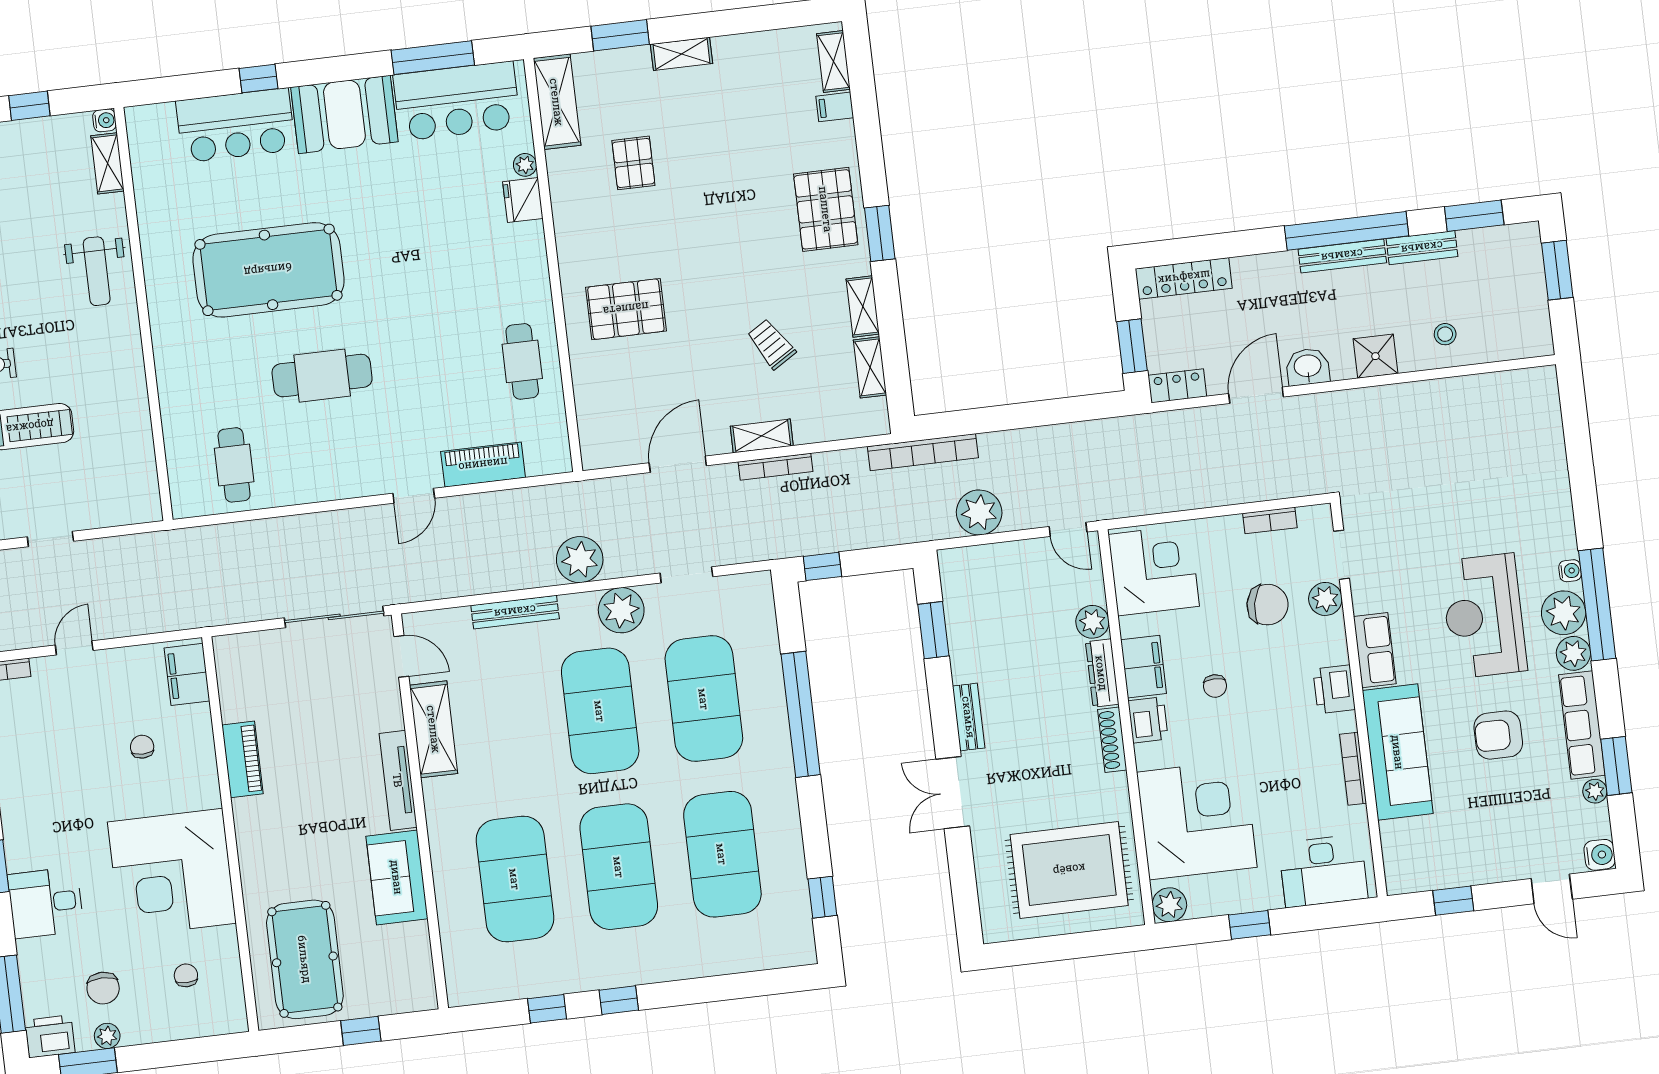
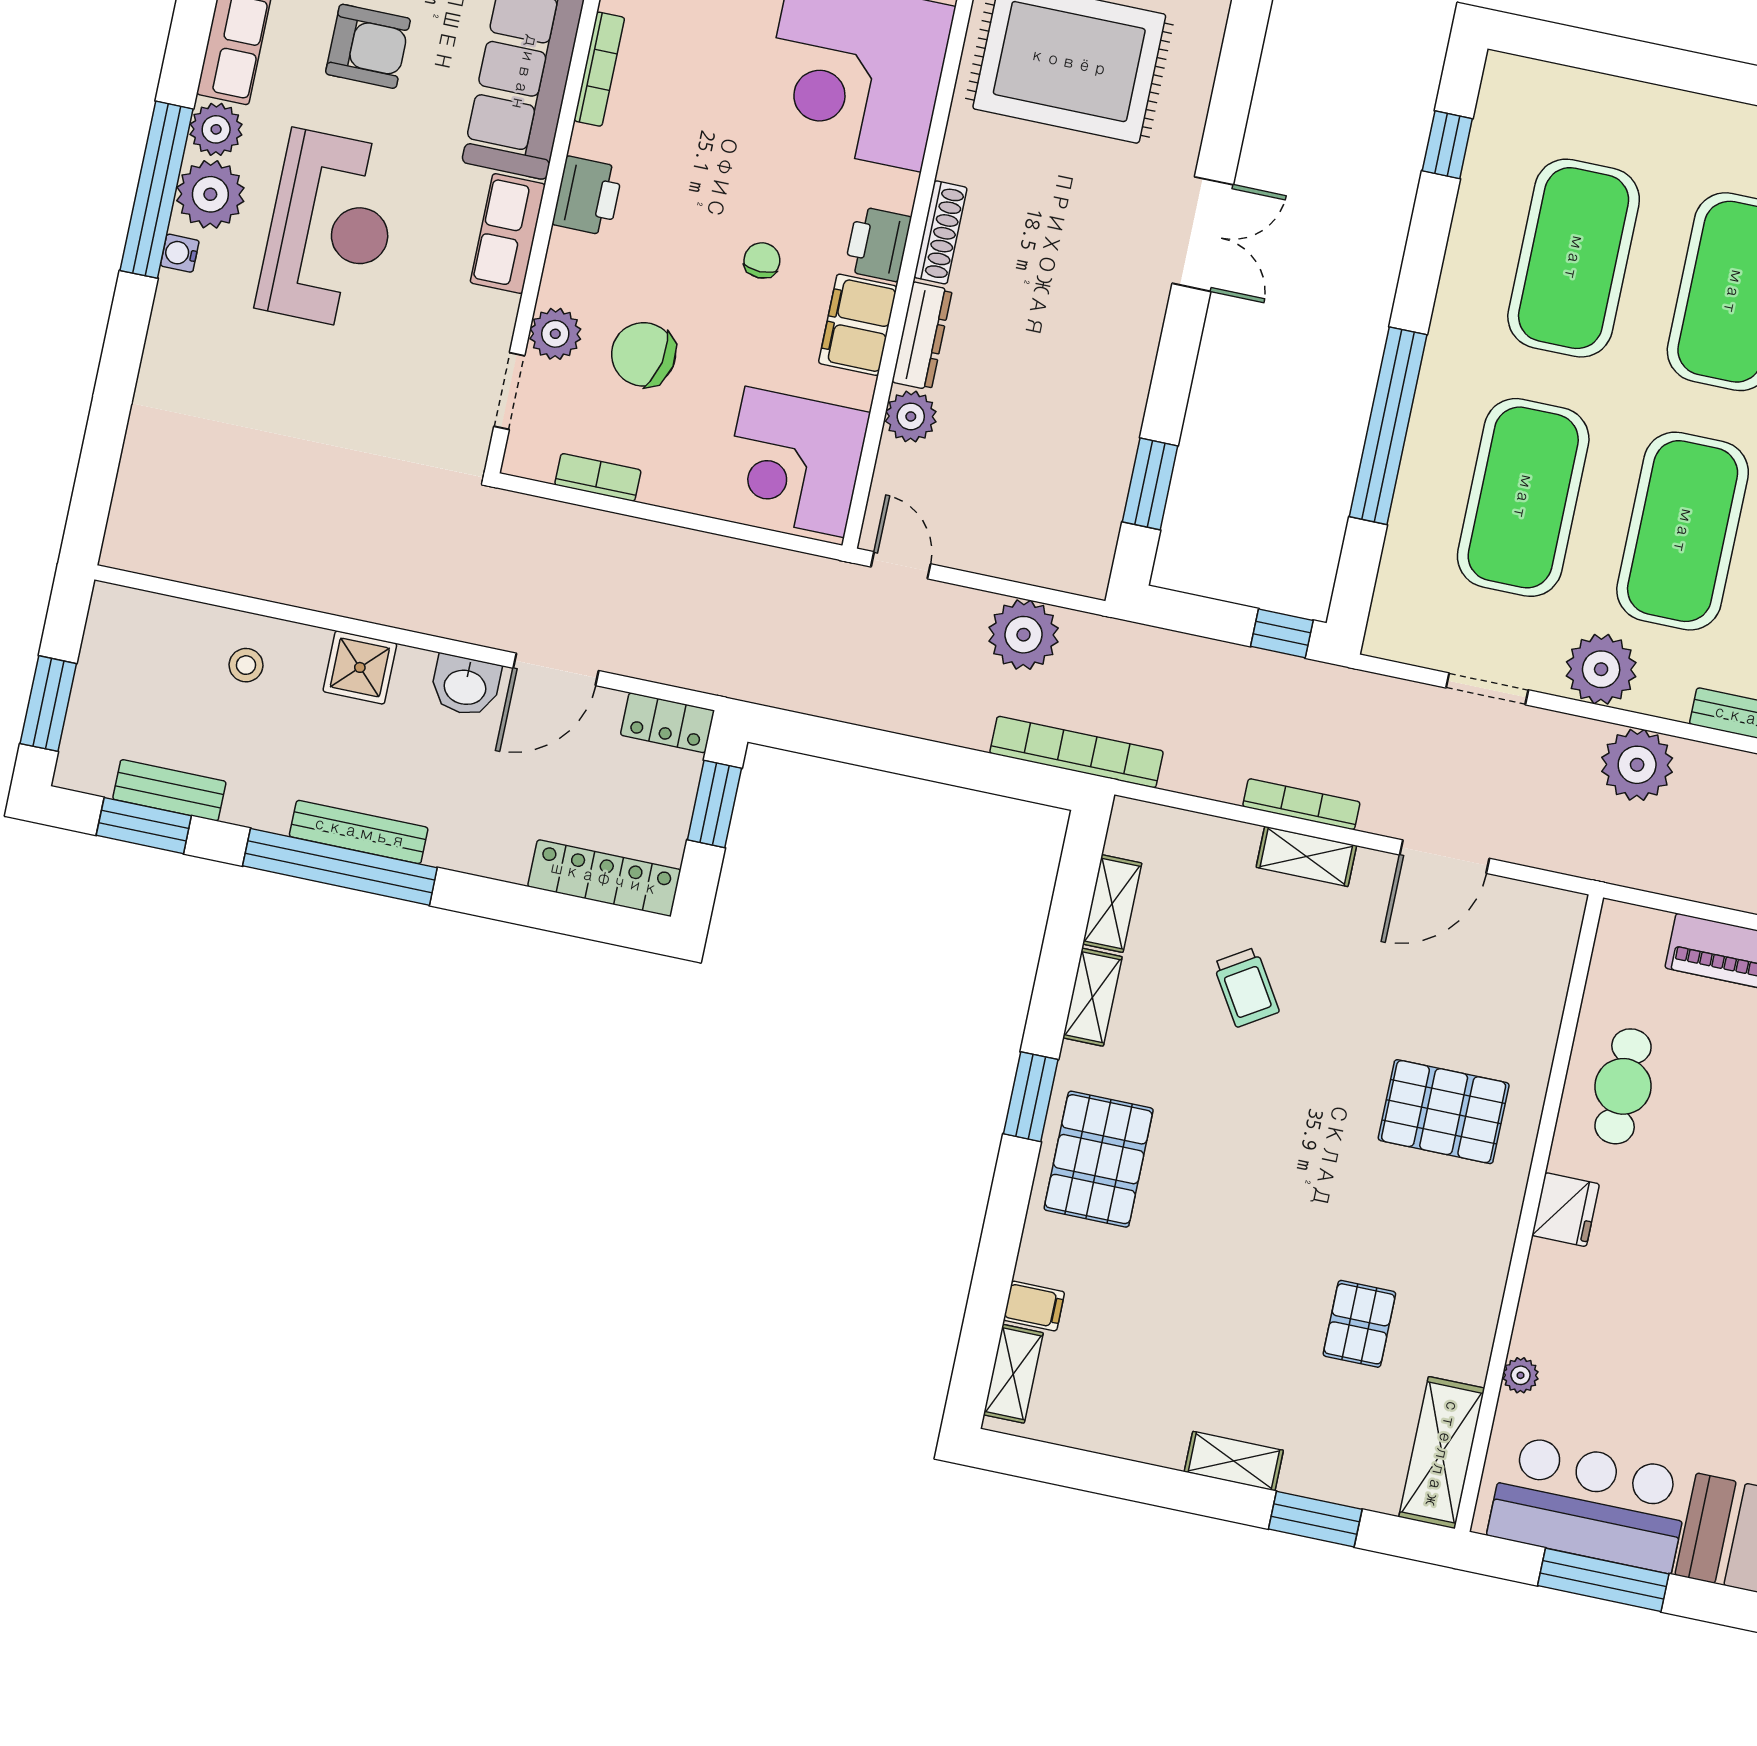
fridge: (523, 200) -> (1566, 1210), moved
bench: (1422, 248) -> (169, 790), moved
bench: (969, 717) -> (1141, 338), removed

